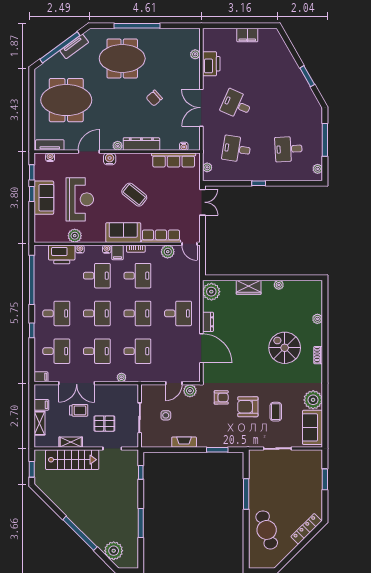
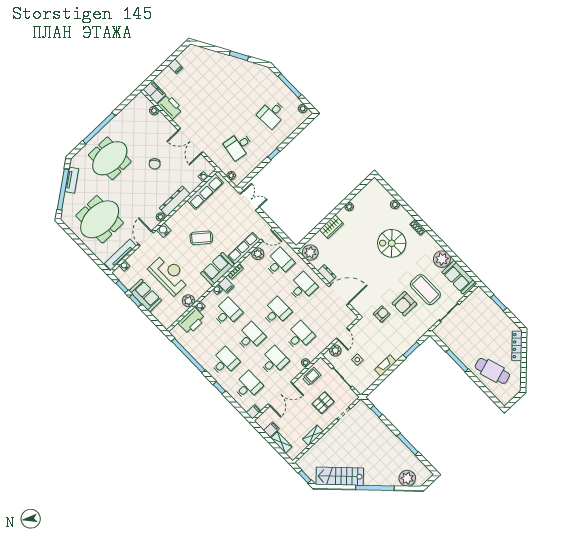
filing cabinet: (247, 35) -> (175, 66), width x0.50
filing cabinet: (210, 39) -> (154, 92), added
desk: (237, 104) -> (211, 117), removed
tv unit: (50, 145) -> (120, 255), width x1.41
desk: (137, 276) -> (279, 263), moved
plant: (190, 391) -> (335, 351), moved
trolley: (79, 410) -> (312, 377), moved
coffee table: (276, 412) -> (425, 290), width x1.86, depth x1.72
stairs: (72, 460) -> (340, 476), moved, turned -135

